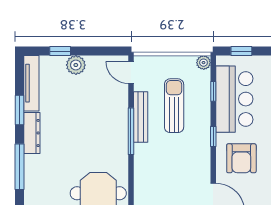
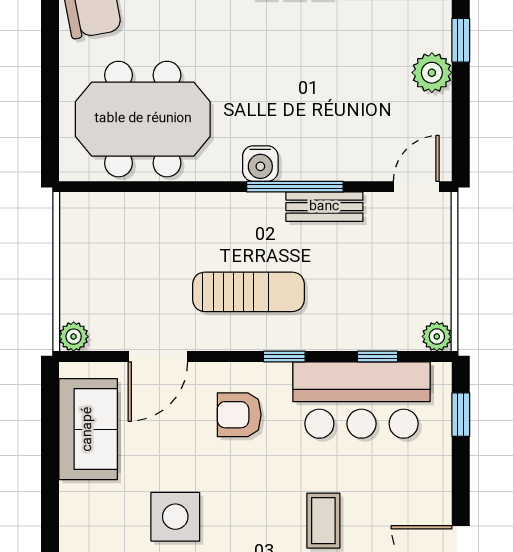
sun lounger: (174, 106) -> (248, 292), moved
bench: (141, 117) -> (324, 207), width x0.73
water cooler: (120, 148) -> (260, 164), added
armchair: (241, 158) -> (239, 415), width x0.72, depth x0.72

